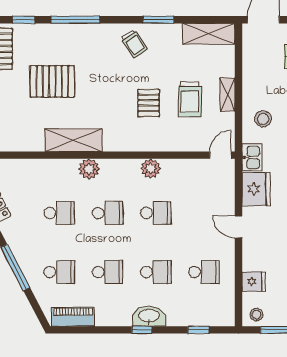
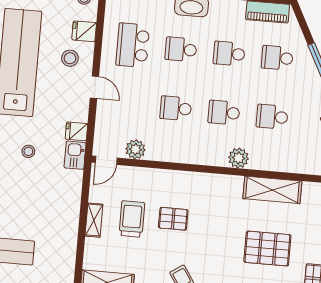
pallet: (149, 103) -> (173, 219), turned 90
stool: (263, 119) -> (70, 58), moved
shelving: (73, 140) -> (272, 190), moved
plant: (151, 169) -> (135, 149), moved
fridge: (256, 189) -> (76, 131), width x0.53, depth x0.75
school desk: (204, 272) -> (133, 45), width x1.85

